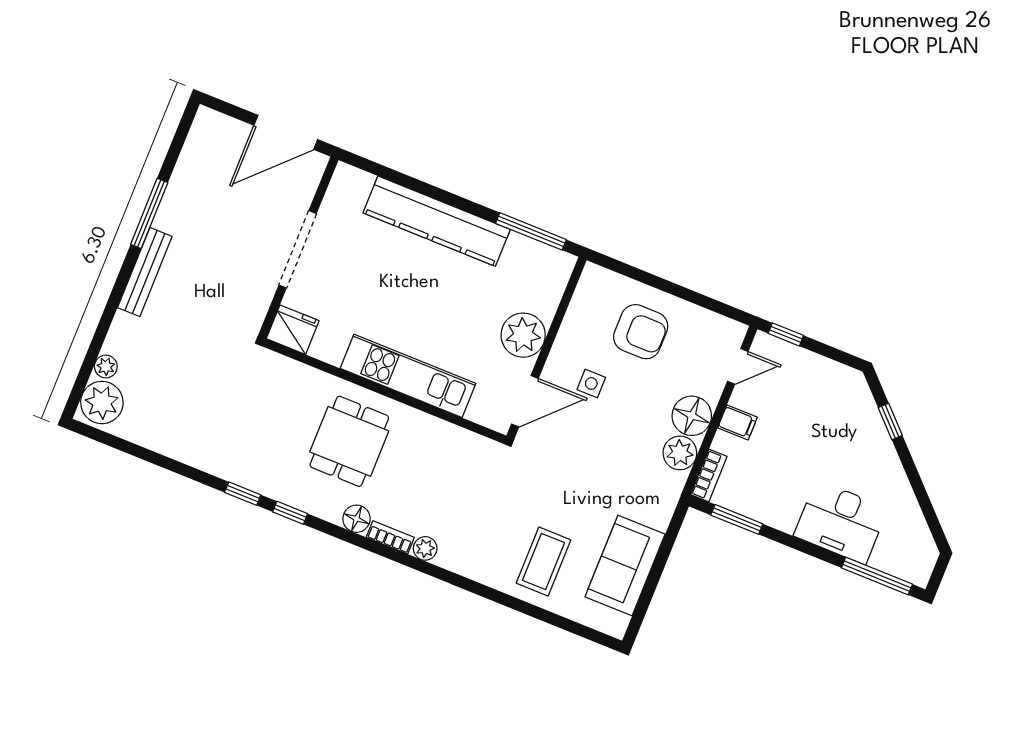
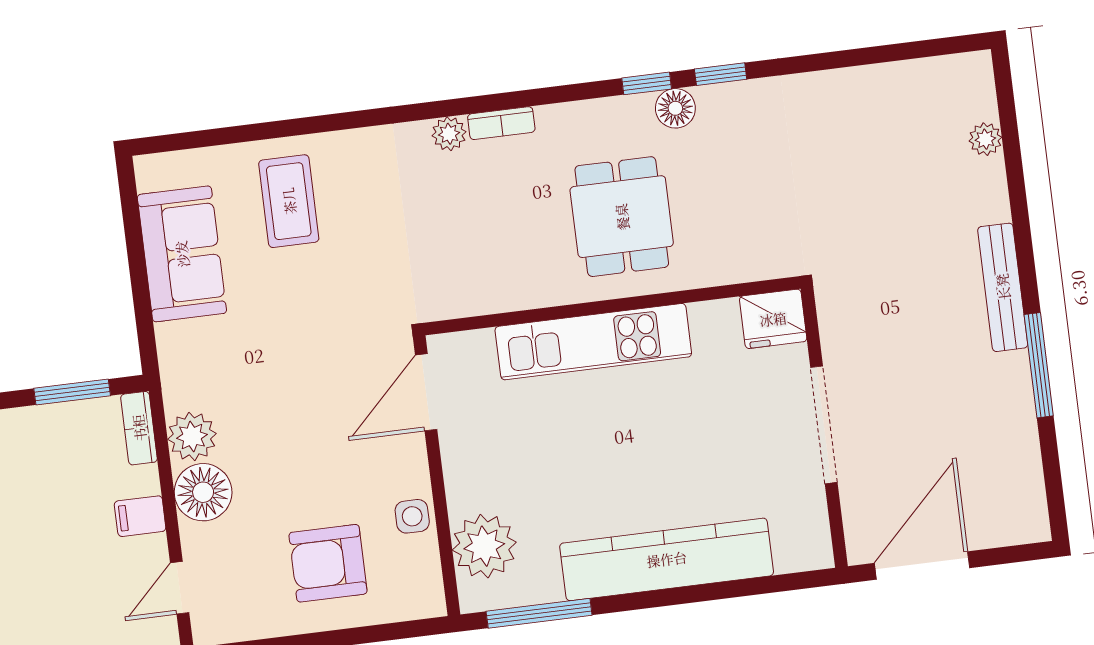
plant: (523, 335) -> (484, 546), moved
side table: (591, 383) -> (412, 516), moved
plant: (102, 402) -> (965, 90), removed
floor lamp: (357, 519) -> (675, 108), moved

